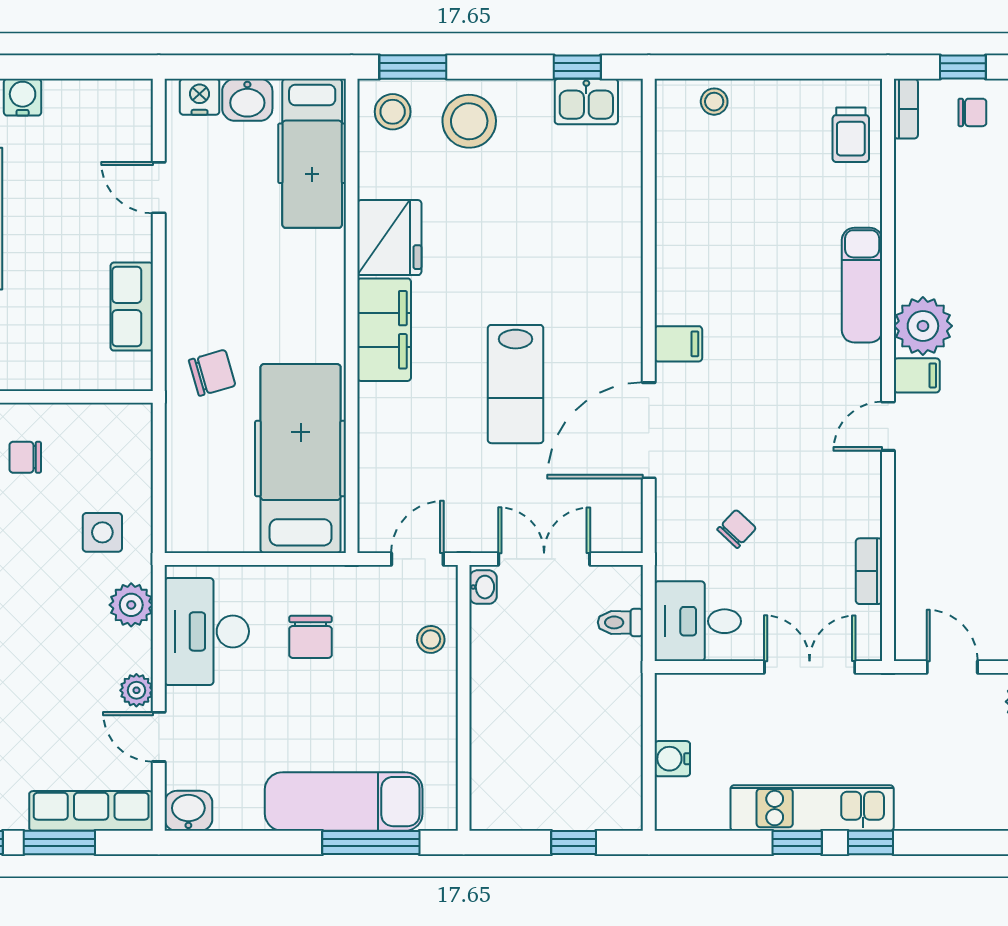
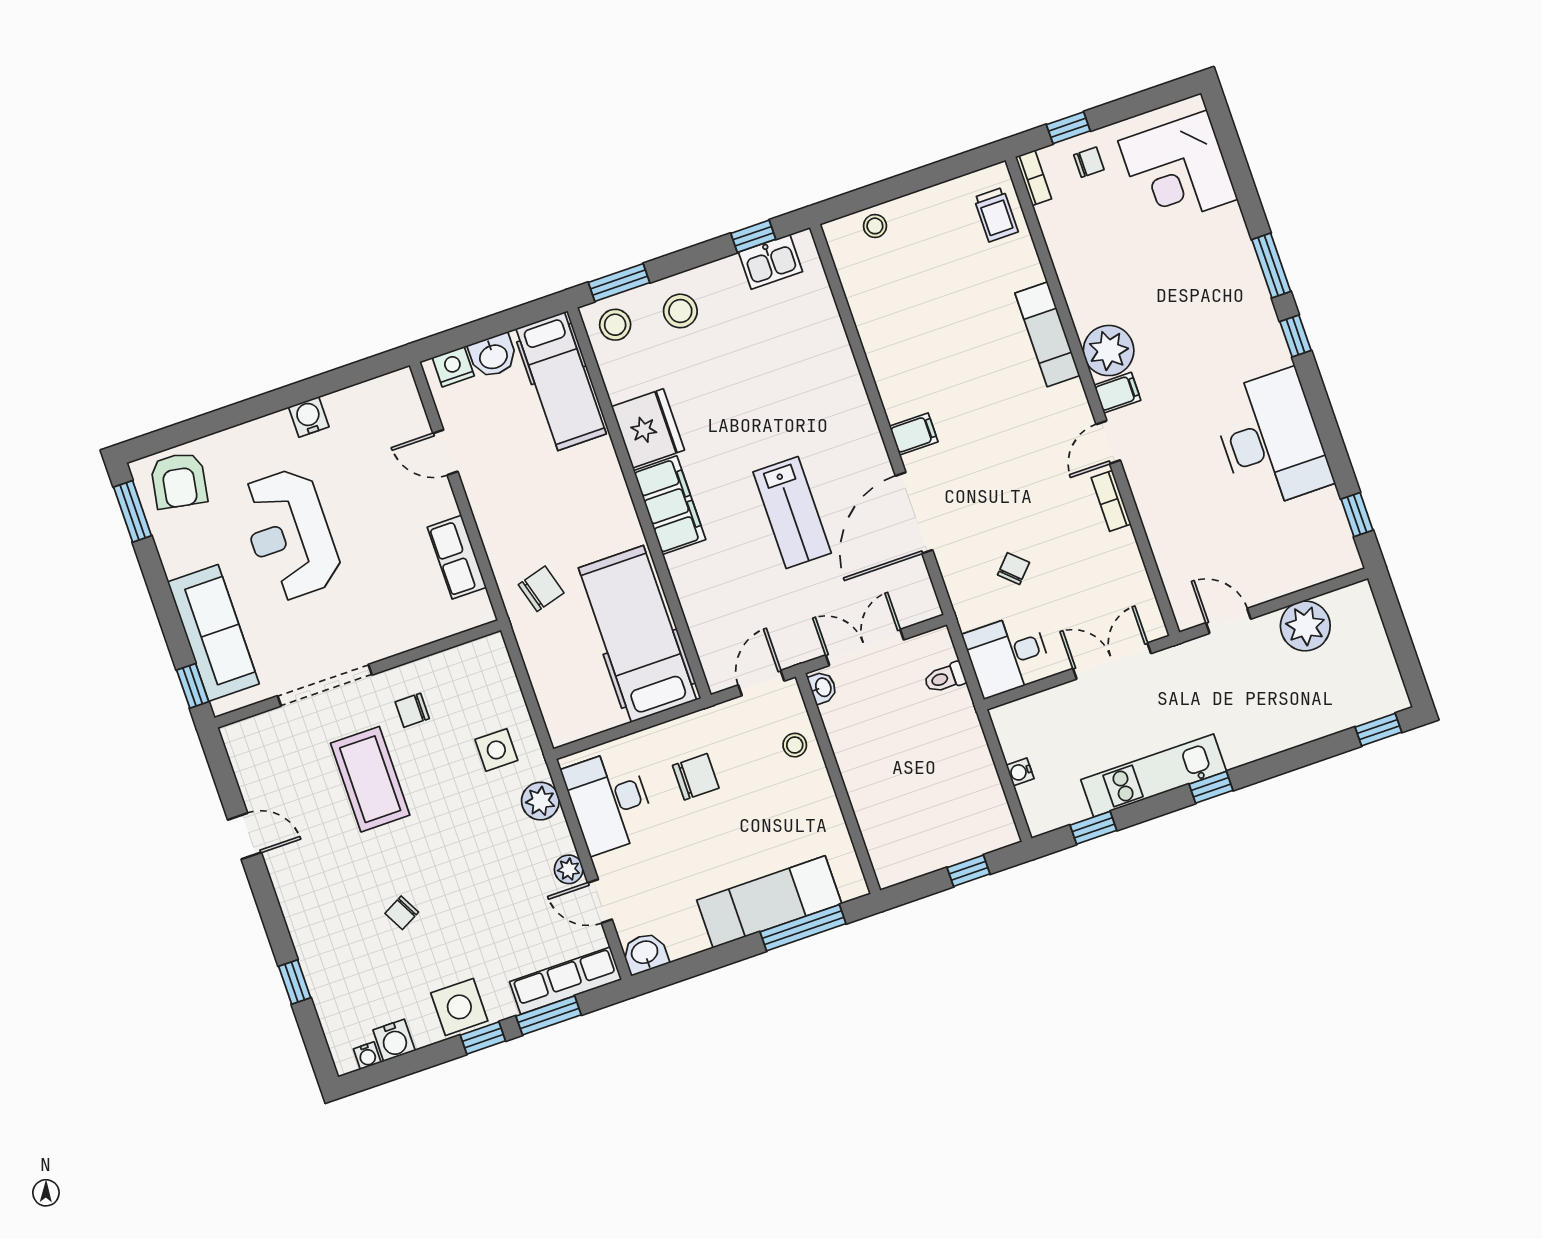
stool: (469, 121) -> (680, 311), width x0.73, depth x0.73
bookcase: (869, 571) -> (1111, 501), moved
chair: (310, 637) -> (696, 777), turned -90
water cooler: (672, 759) -> (1020, 772), width x0.72, depth x0.72
window: (797, 843) -> (1093, 828), moved

